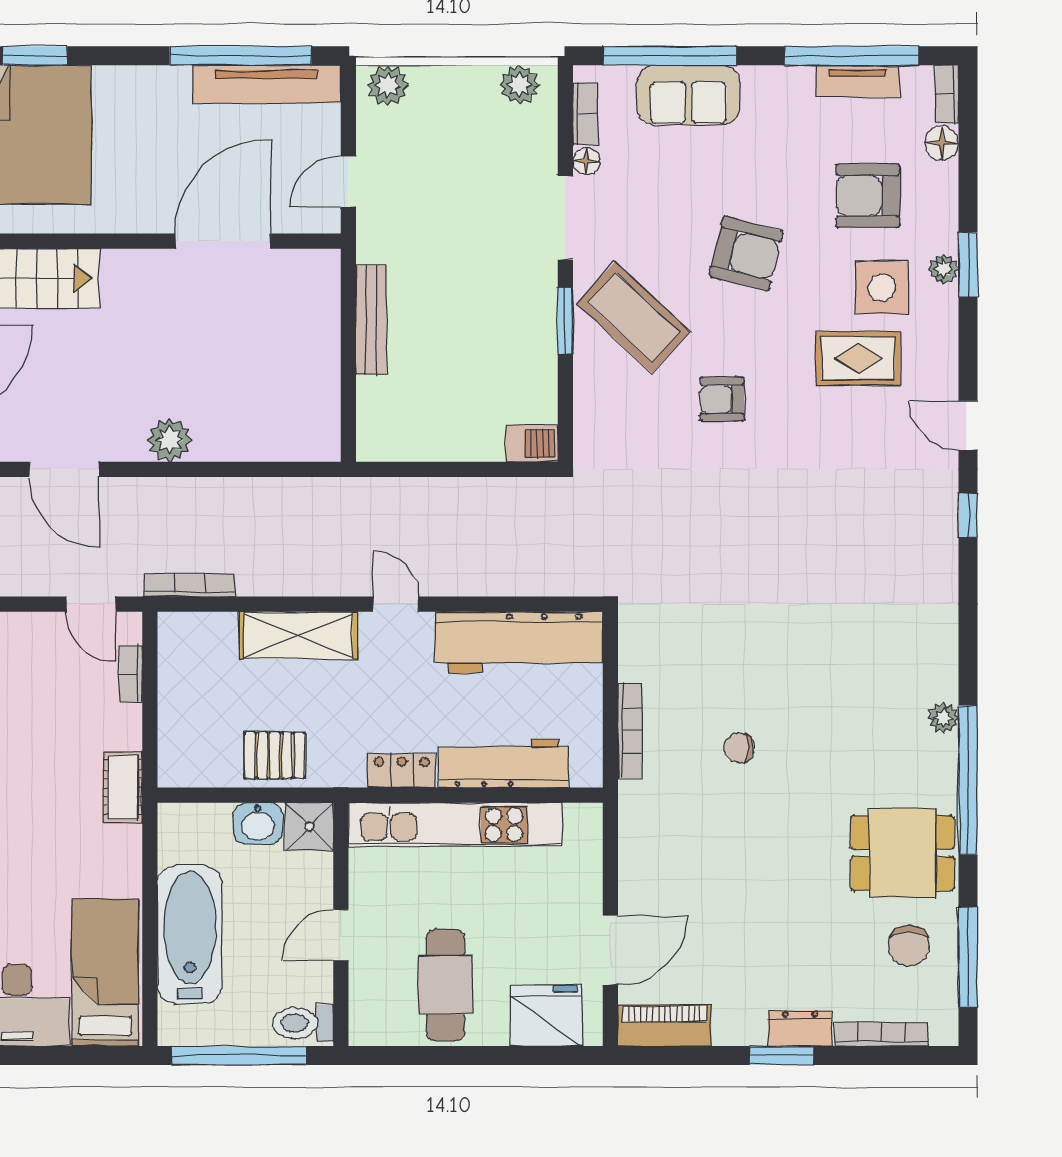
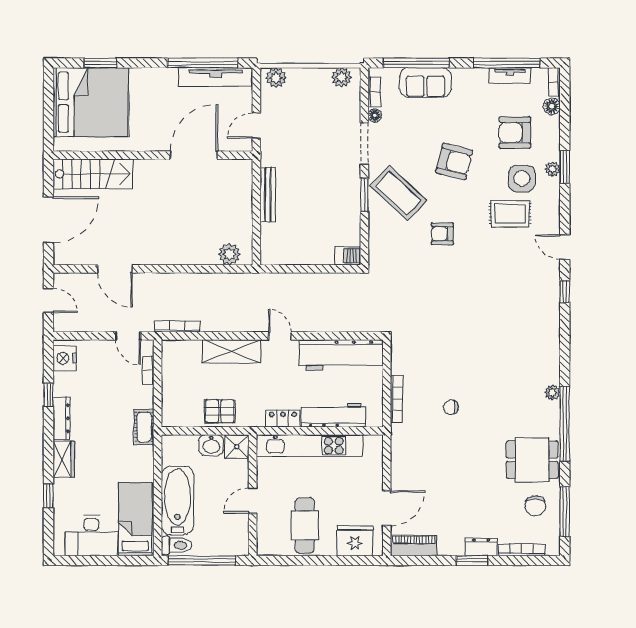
plant: (170, 440) -> (229, 254), moved
toilet: (303, 1023) -> (176, 545), moved, turned 180

